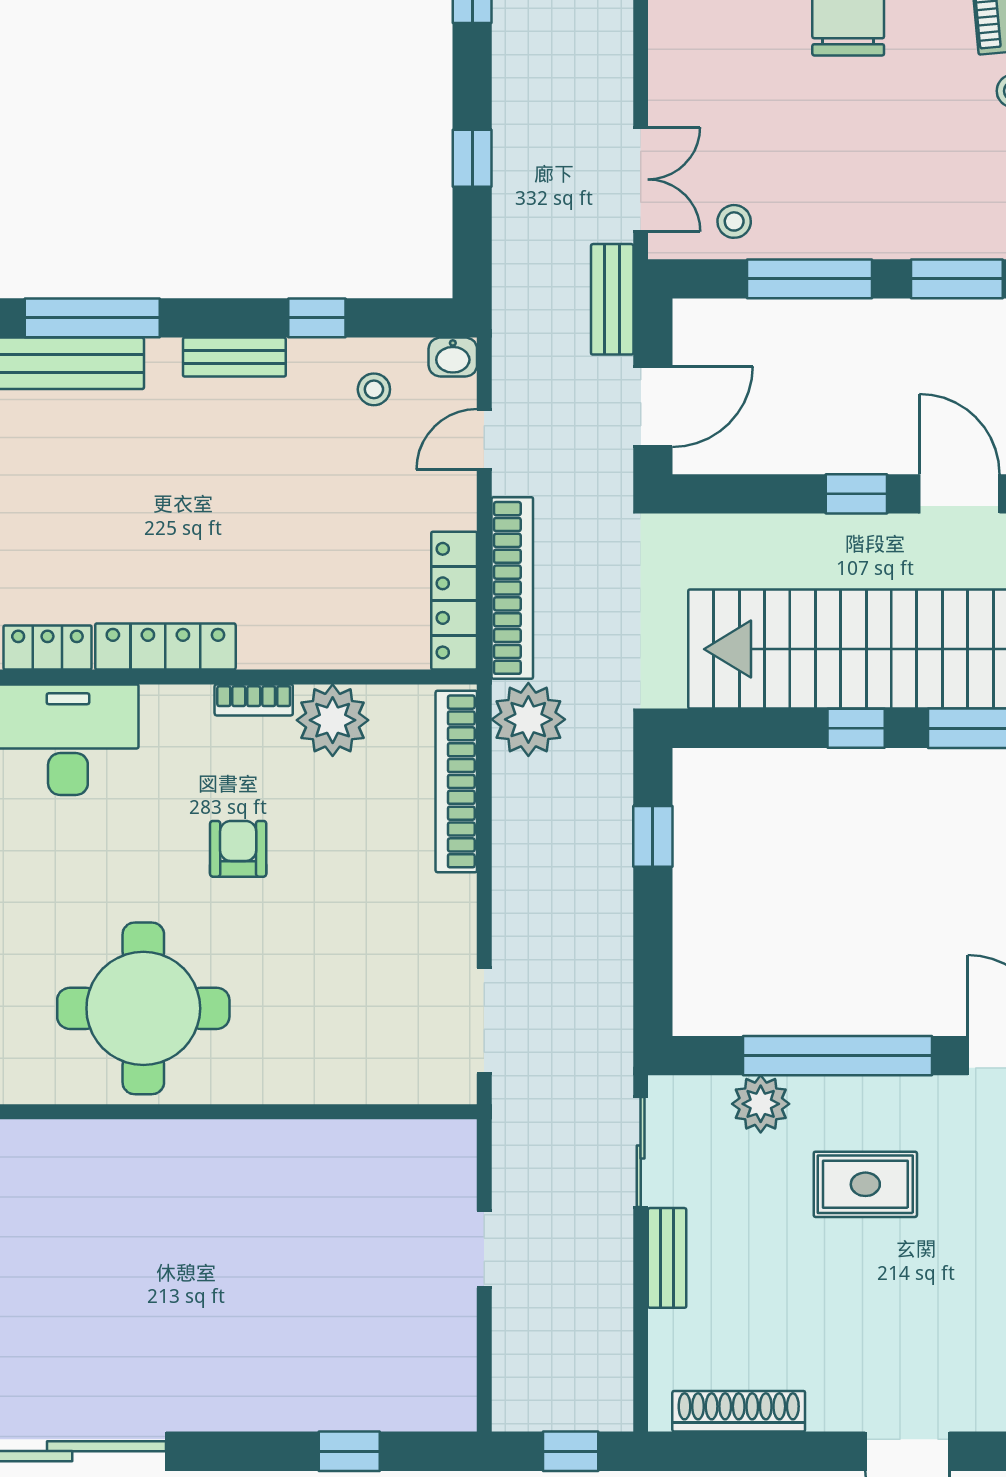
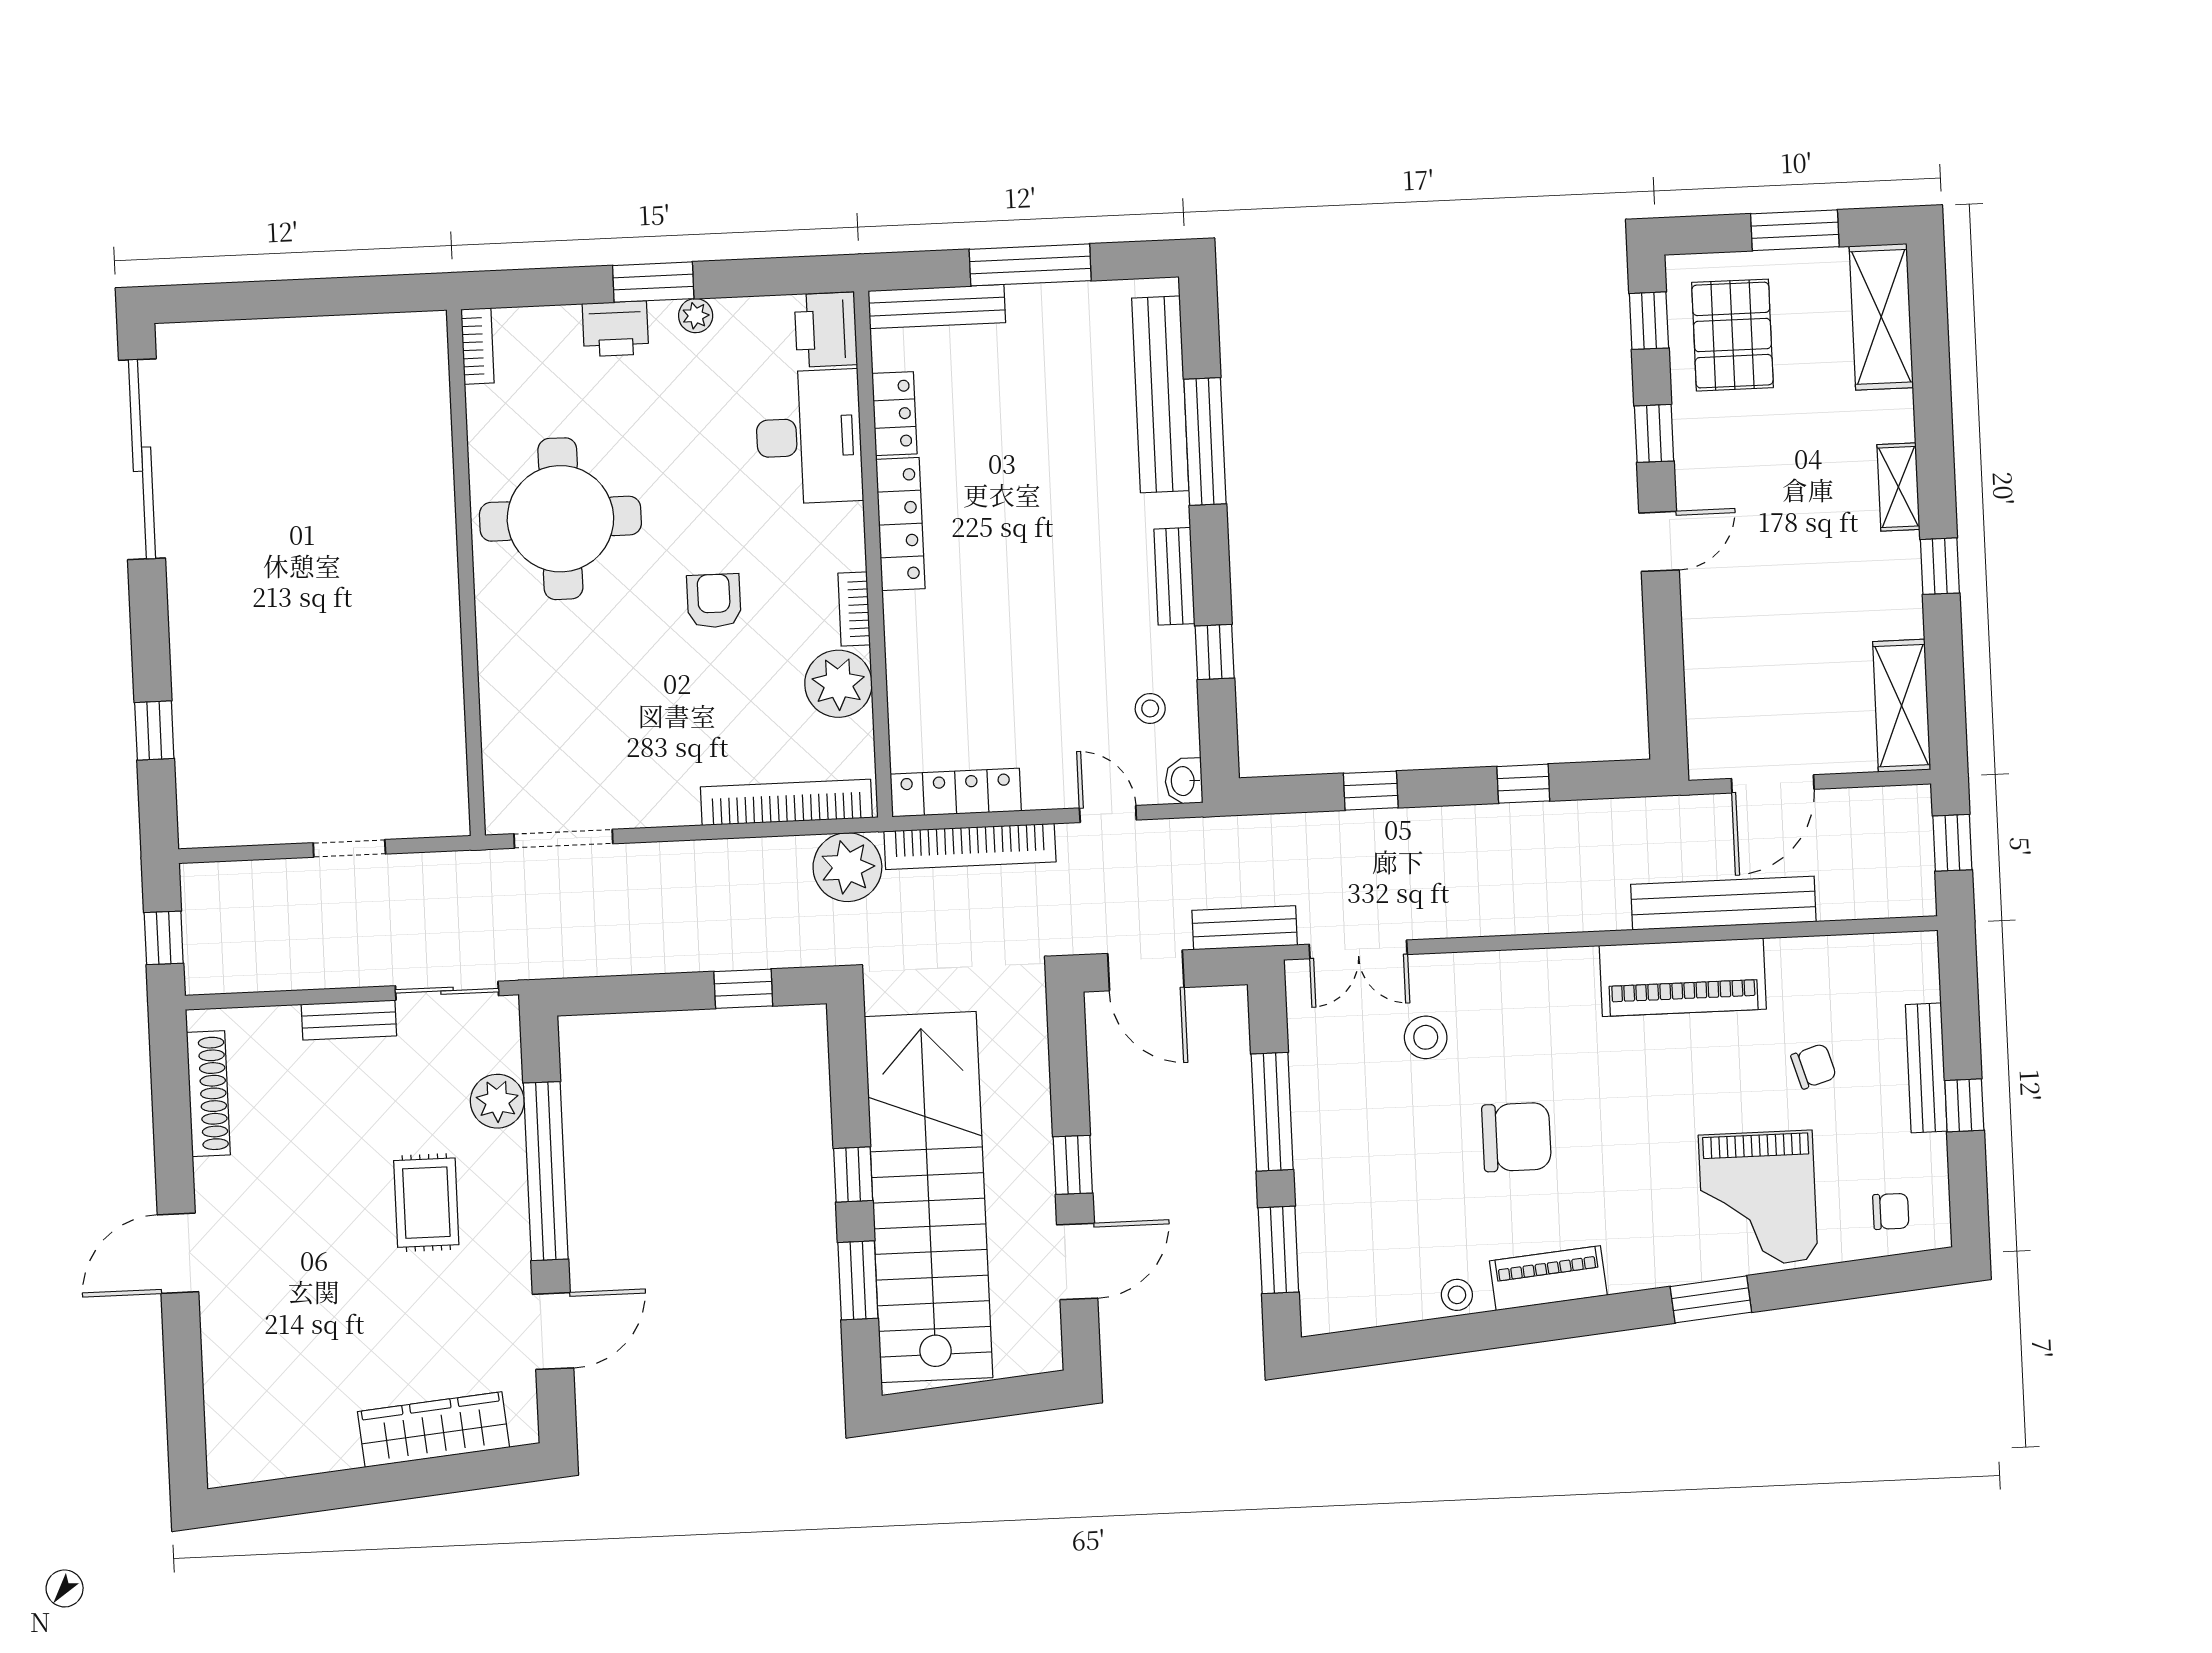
stool: (734, 221) -> (1426, 1037), moved, width x1.37, depth x1.37
armchair: (238, 849) -> (714, 601), turned -90

